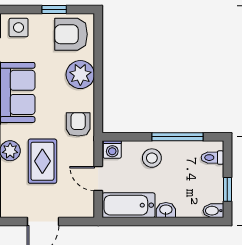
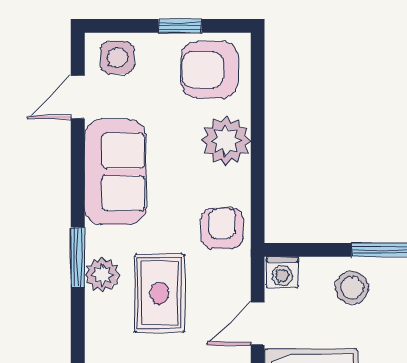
door: (98, 179) -> (258, 324), hinge flipped

